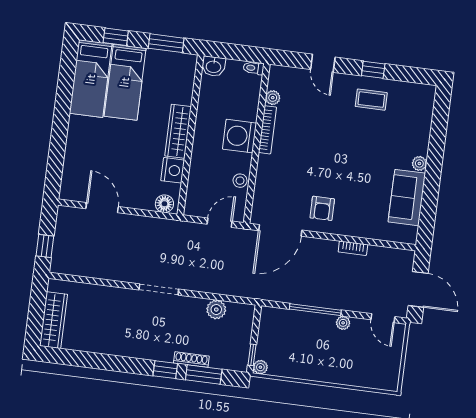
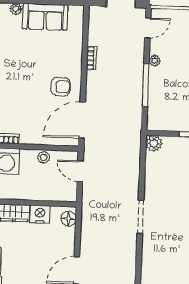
door: (280, 230) -> (82, 120), swing flipped
plant: (216, 310) -> (154, 144), moved

